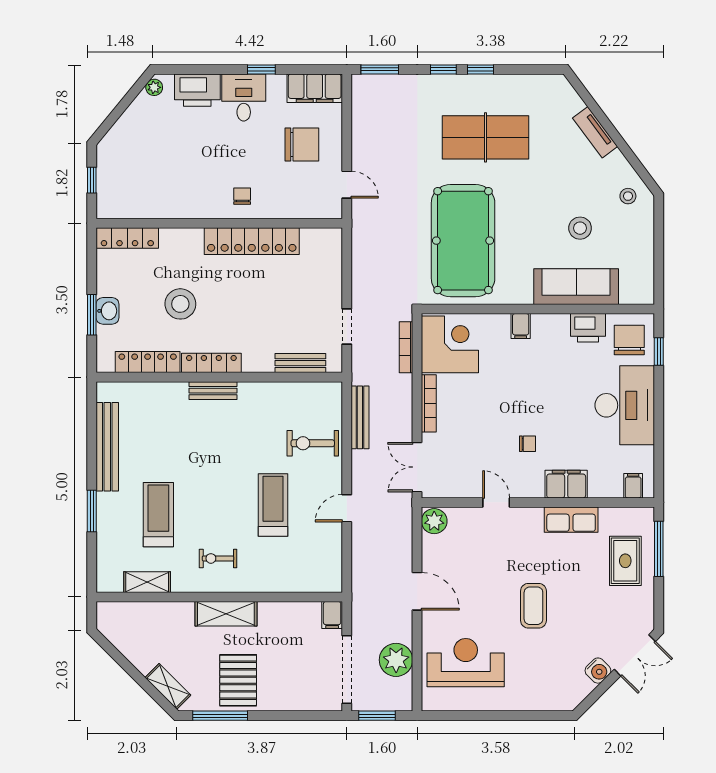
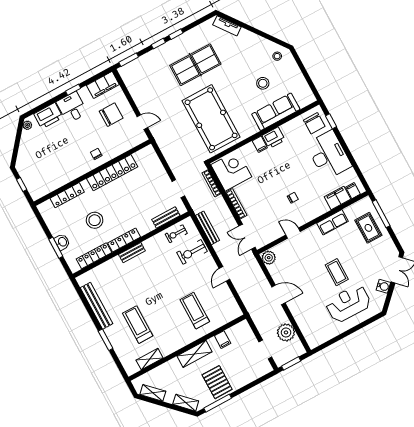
tv unit: (595, 132) -> (227, 26), moved
locker: (127, 238) -> (67, 195), moved
printer: (588, 328) -> (274, 138), moved
chair: (629, 340) -> (314, 123), turned 180
filing cabinet: (566, 484) -> (338, 198), moved
treadmill: (273, 505) -> (195, 311), moved
exercise bike: (218, 558) -> (176, 234), moved
filing cabinet: (332, 615) -> (223, 340), moved
shelving: (122, 641) -> (153, 393), added
reception desk: (466, 663) -> (348, 303), moved
doorway: (347, 669) -> (265, 349), width x0.53

